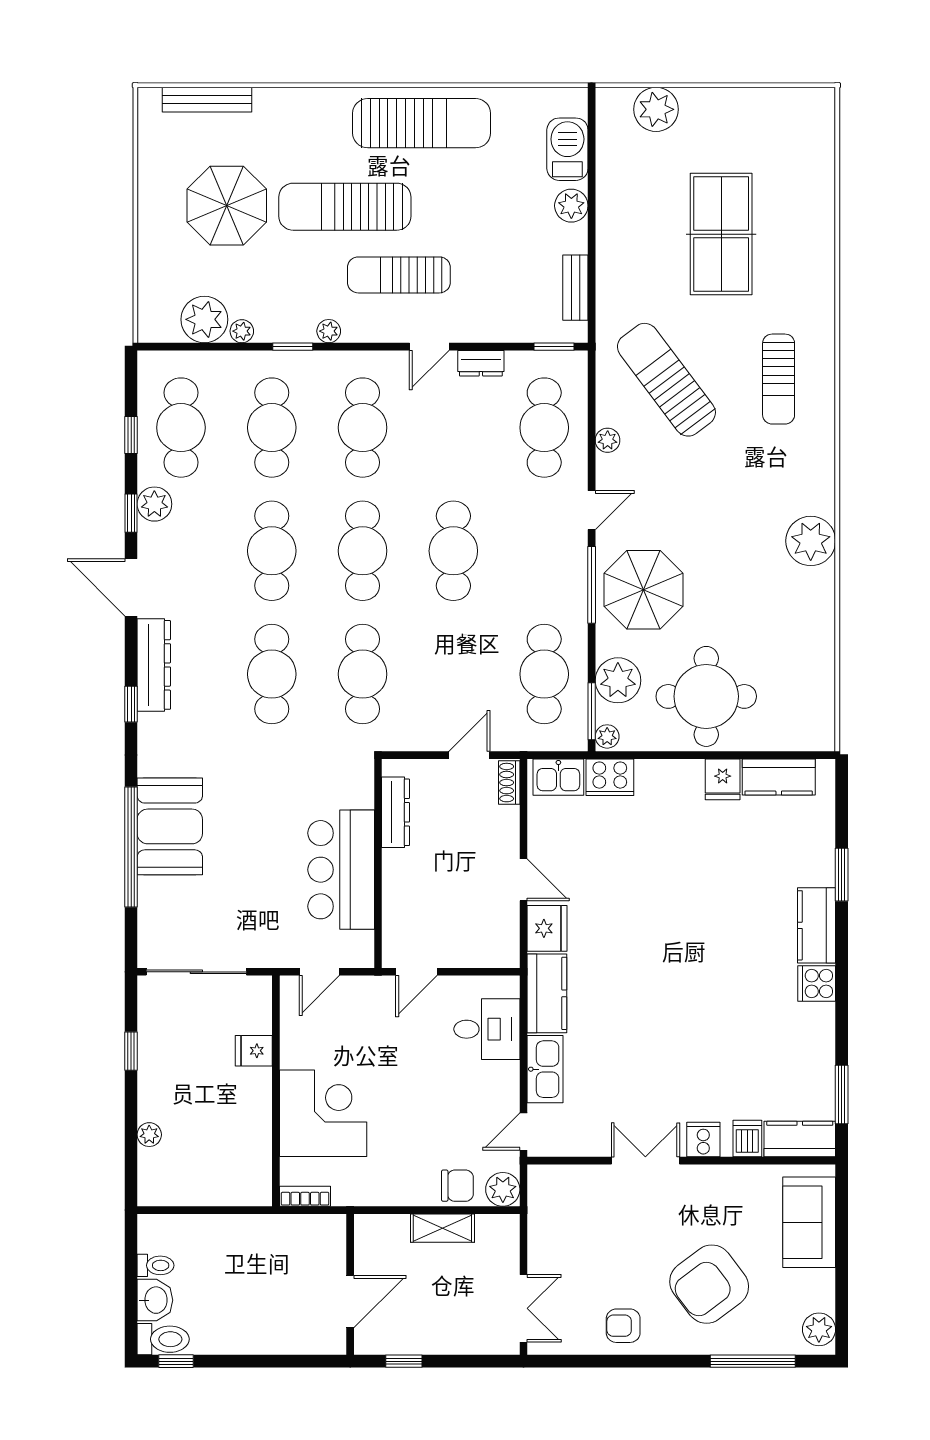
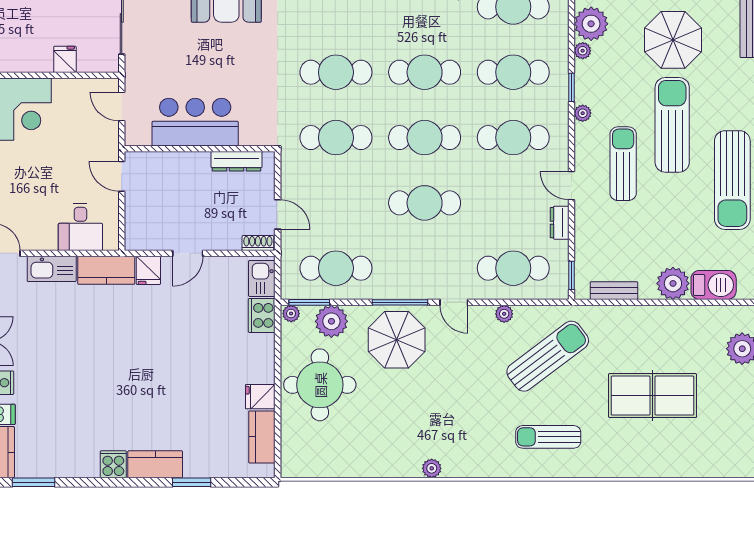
plant: (571, 206) -> (673, 283), width x1.36, depth x1.36
plant: (811, 541) -> (432, 468), width x0.53, depth x0.53
fridge: (547, 928) -> (148, 270), width x0.72

